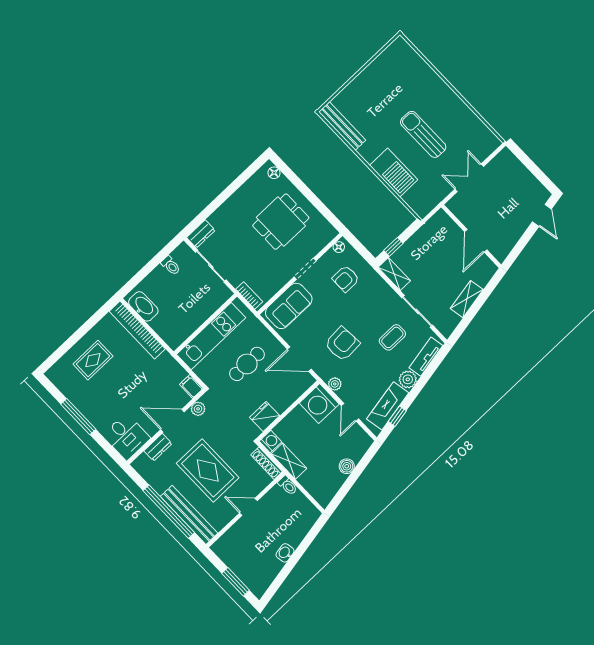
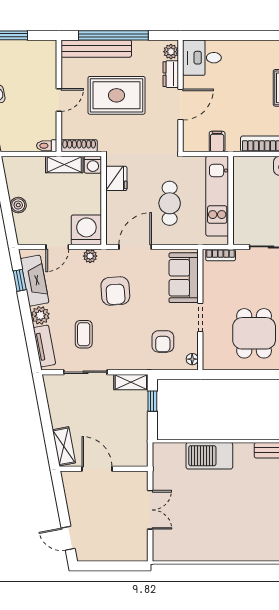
sun lounger: (423, 134) -> (217, 506), removed
armchair: (346, 279) -> (163, 341), turned 180
shelving: (467, 299) -> (64, 446), moved
filing cabinet: (191, 386) -> (217, 142), moved, turned -90
plant: (198, 409) -> (171, 52), moved
door: (350, 412) -> (57, 247), swing flipped
window: (78, 417) -> (252, 35), removed

